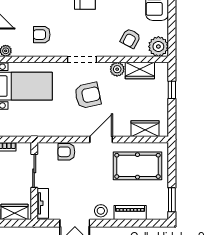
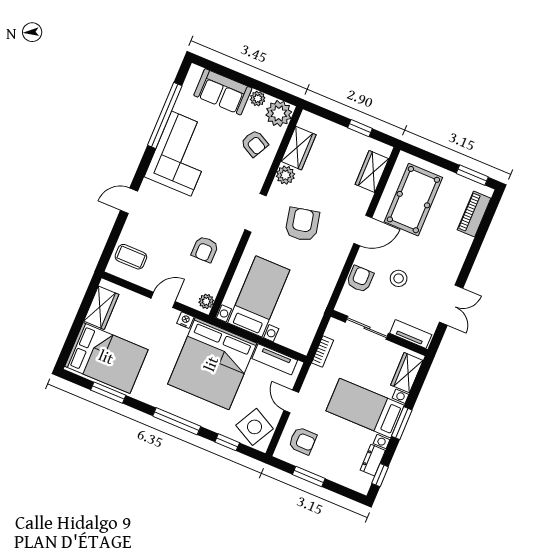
plant: (163, 27) -> (258, 99), added
window: (172, 90) -> (360, 128), moved
door: (101, 140) -> (363, 230), swing flipped
armchair: (66, 152) -> (360, 279), turned 180
stool: (101, 211) -> (399, 278), moved
piano: (130, 213) -> (474, 214), moved

